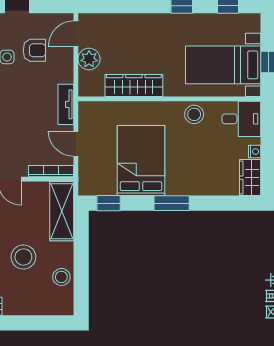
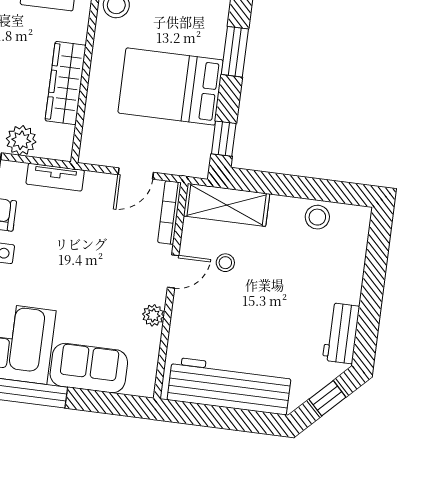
tv unit: (66, 104) -> (55, 177), moved
stool: (23, 257) -> (225, 263), moved, width x0.53, depth x0.53

